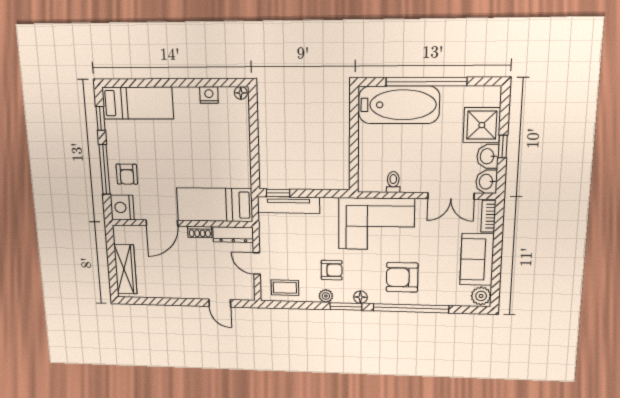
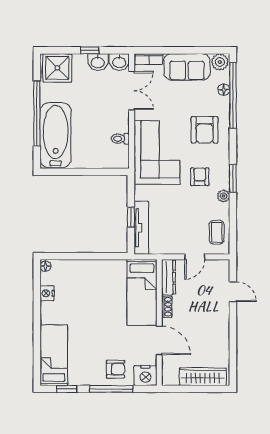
shower: (482, 125) -> (57, 68), moved
window: (278, 193) -> (131, 217), moved
armchair: (332, 270) -> (200, 177), moved
floor lamp: (360, 297) -> (224, 90), moved
door: (220, 303) -> (233, 292), hinge flipped
window: (411, 308) -> (233, 95), moved

